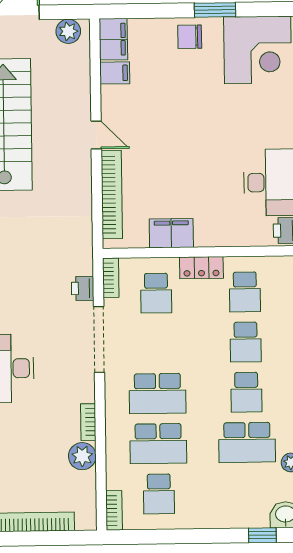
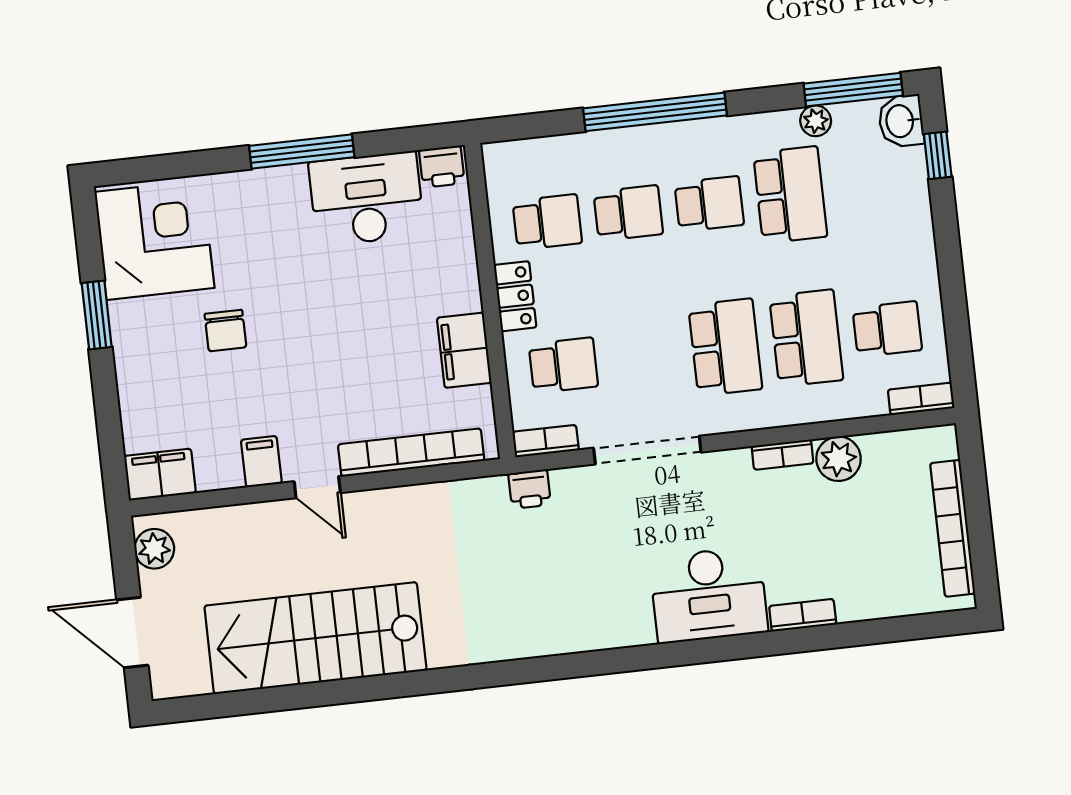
chair: (190, 37) -> (225, 331), moved
filing cabinet: (115, 73) -> (261, 462), moved
door: (96, 135) -> (317, 487), swing flipped
printer: (83, 288) -> (529, 489), moved

